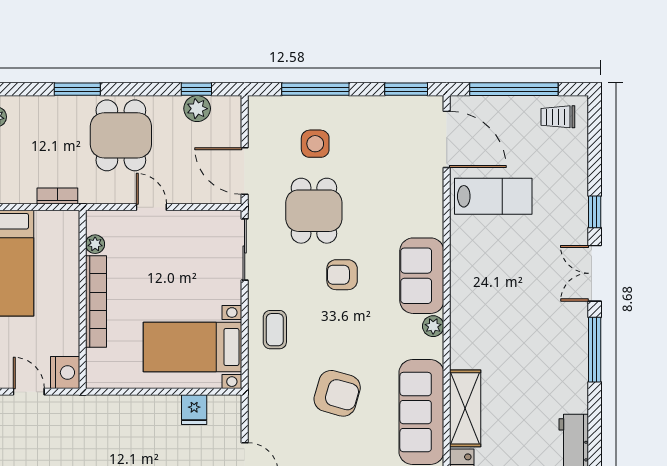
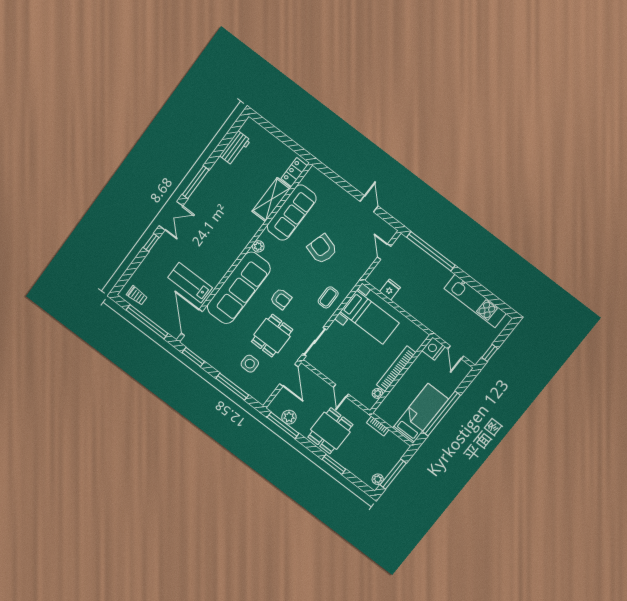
window: (196, 89) -> (283, 425), width x2.17
sofa: (422, 276) -> (239, 288), width x1.85, depth x1.27

